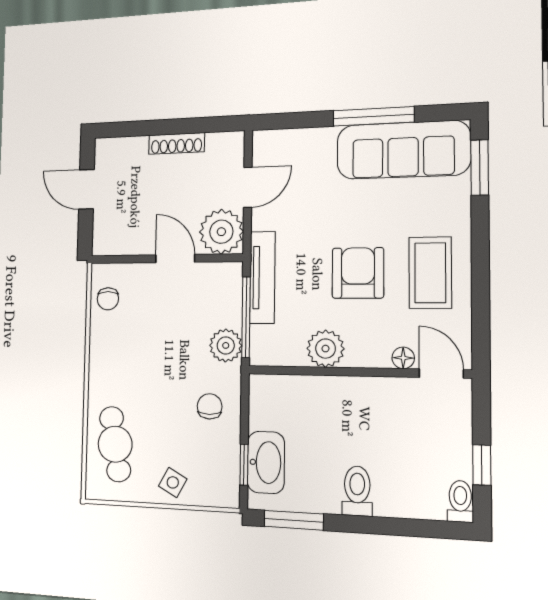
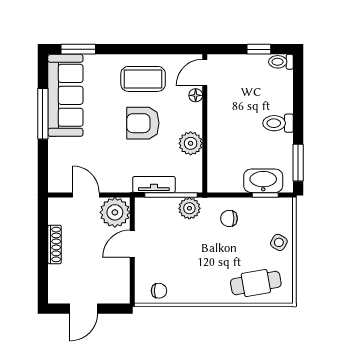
tv unit: (262, 277) -> (154, 185), width x0.71

